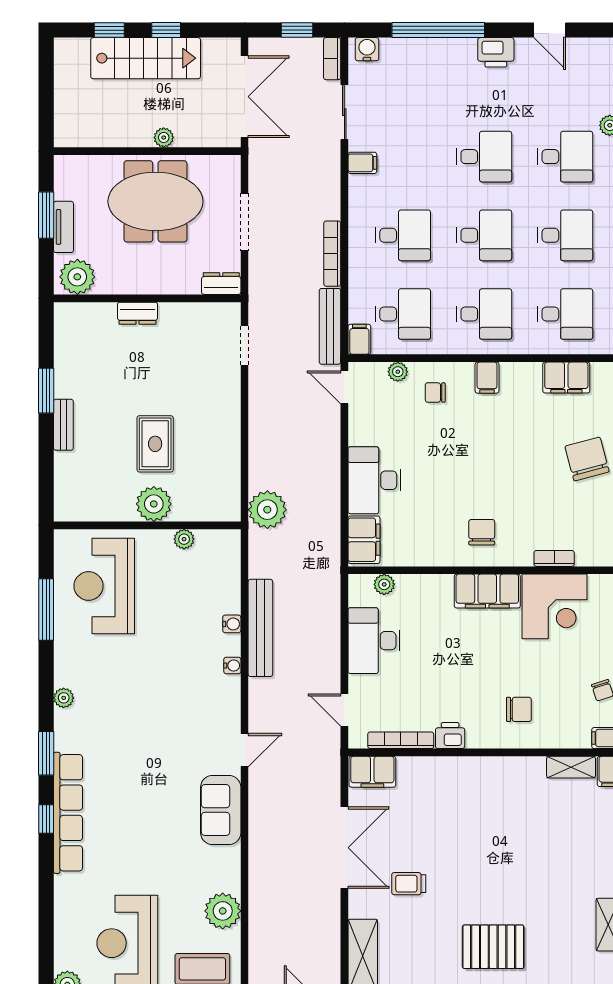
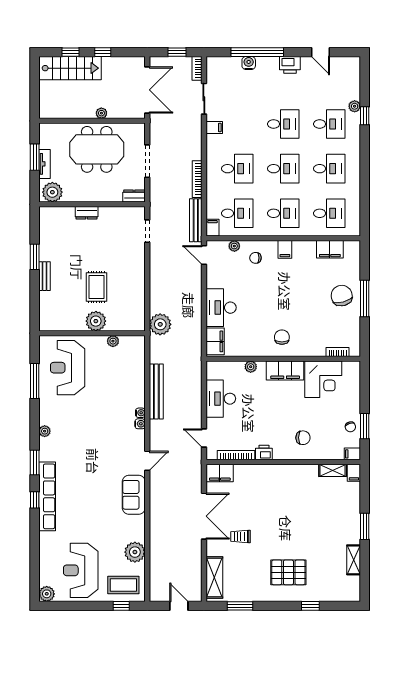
water cooler: (367, 49) -> (249, 63), moved
stairs: (146, 58) -> (70, 68), moved
bookcase: (554, 558) -> (338, 352), moved
plant: (384, 584) -> (251, 367), moved
water cooler: (232, 624) -> (140, 424), moved

